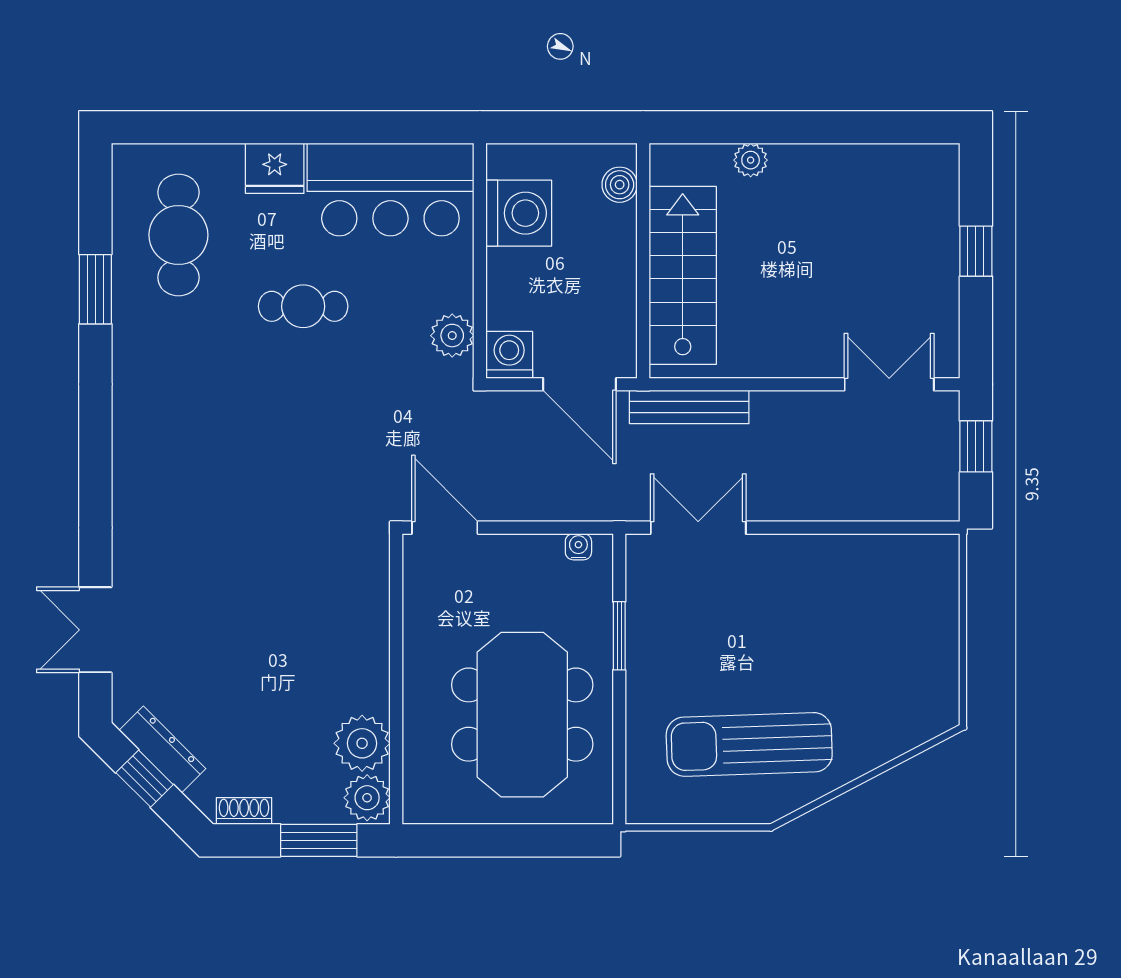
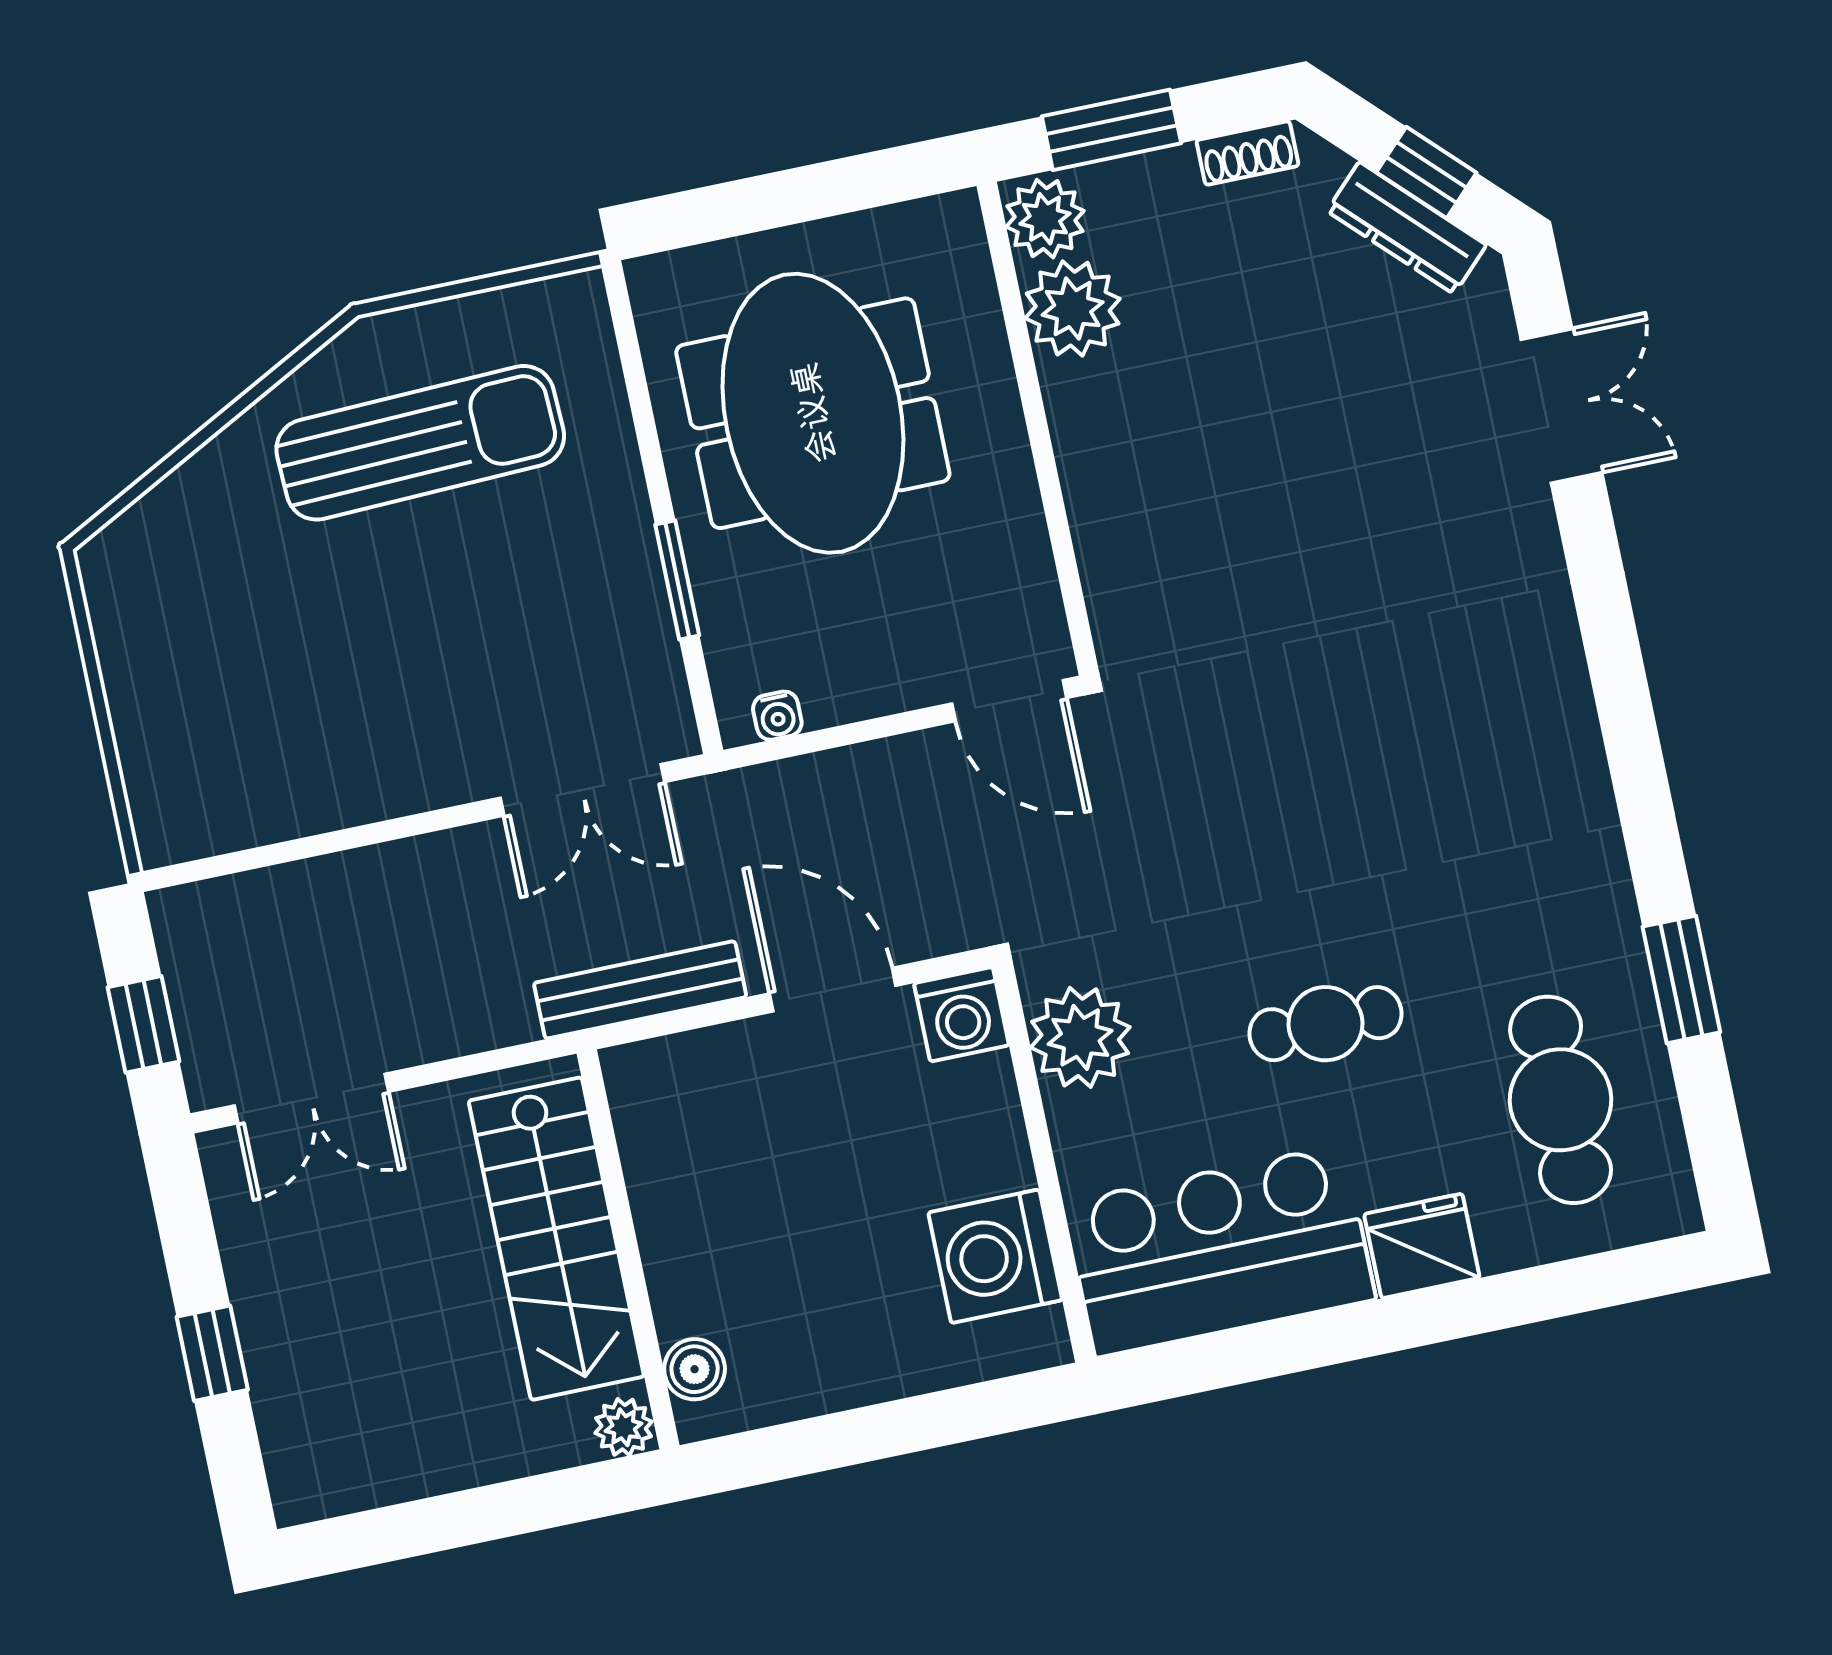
boiler: (620, 185) -> (695, 1369), moved
wall: (643, 261) -> (628, 1249), moved
stairs: (683, 275) -> (556, 1239), moved
plant: (452, 336) -> (1080, 1037), width x1.36, depth x1.36

